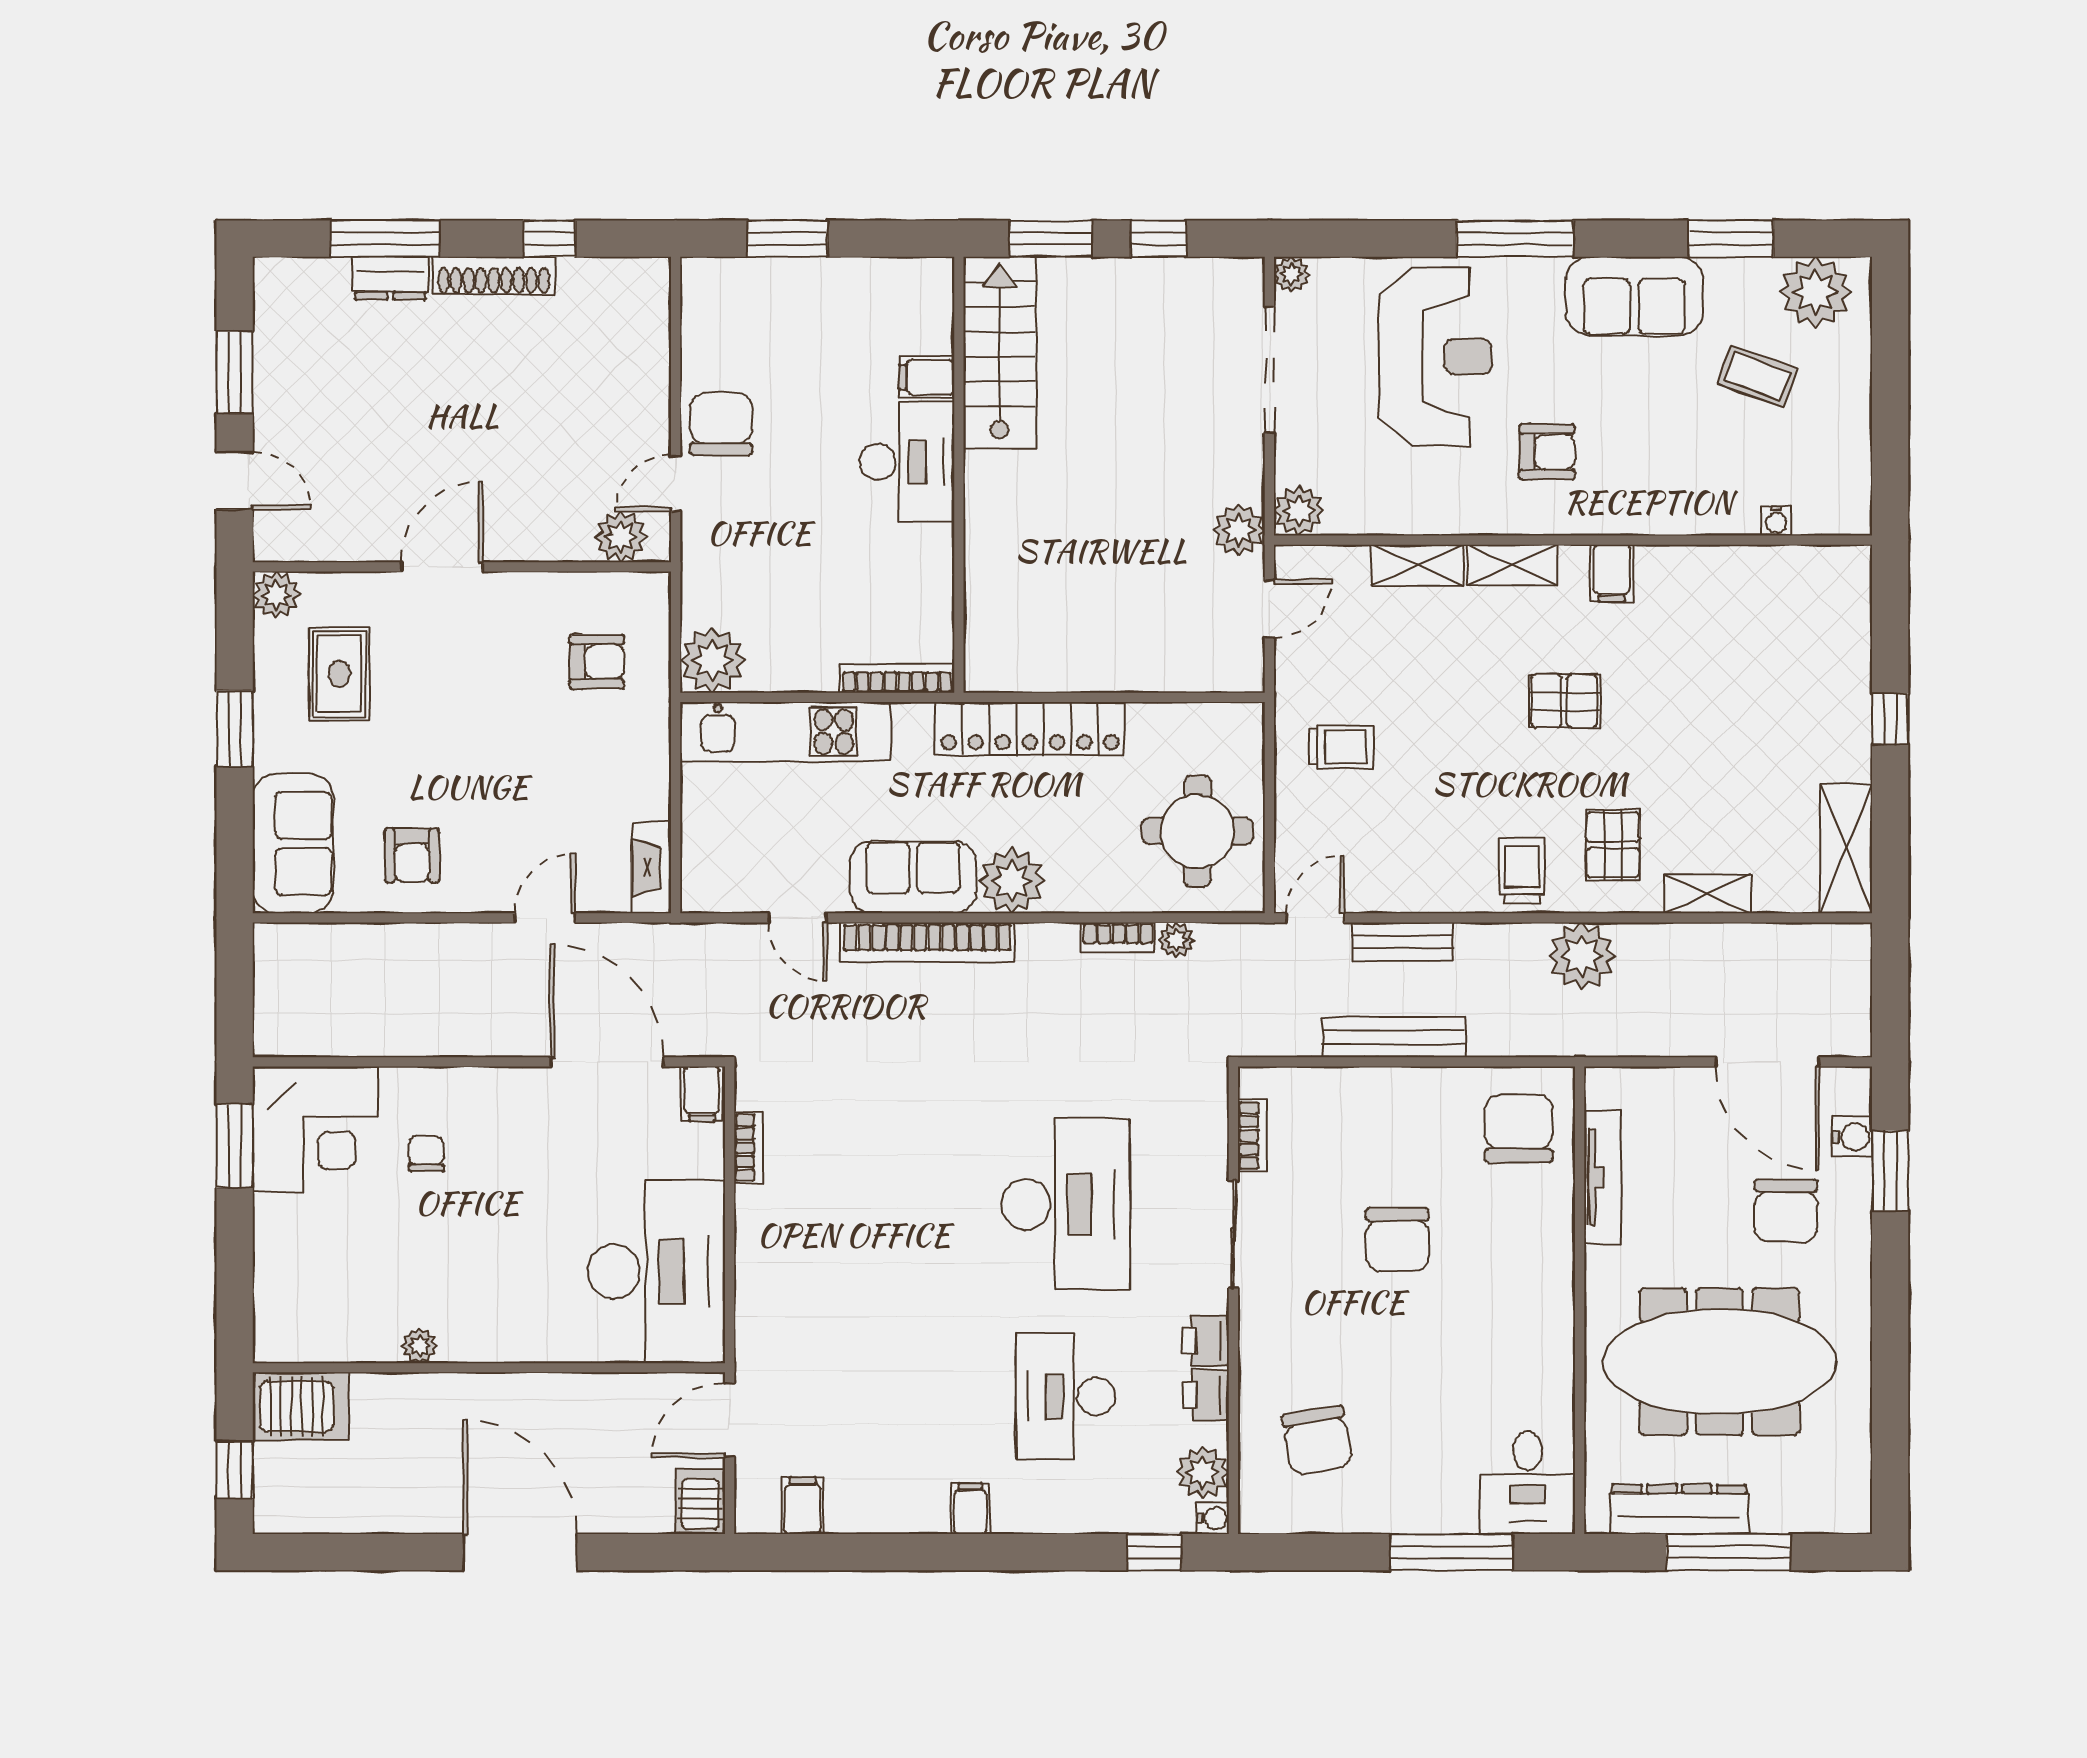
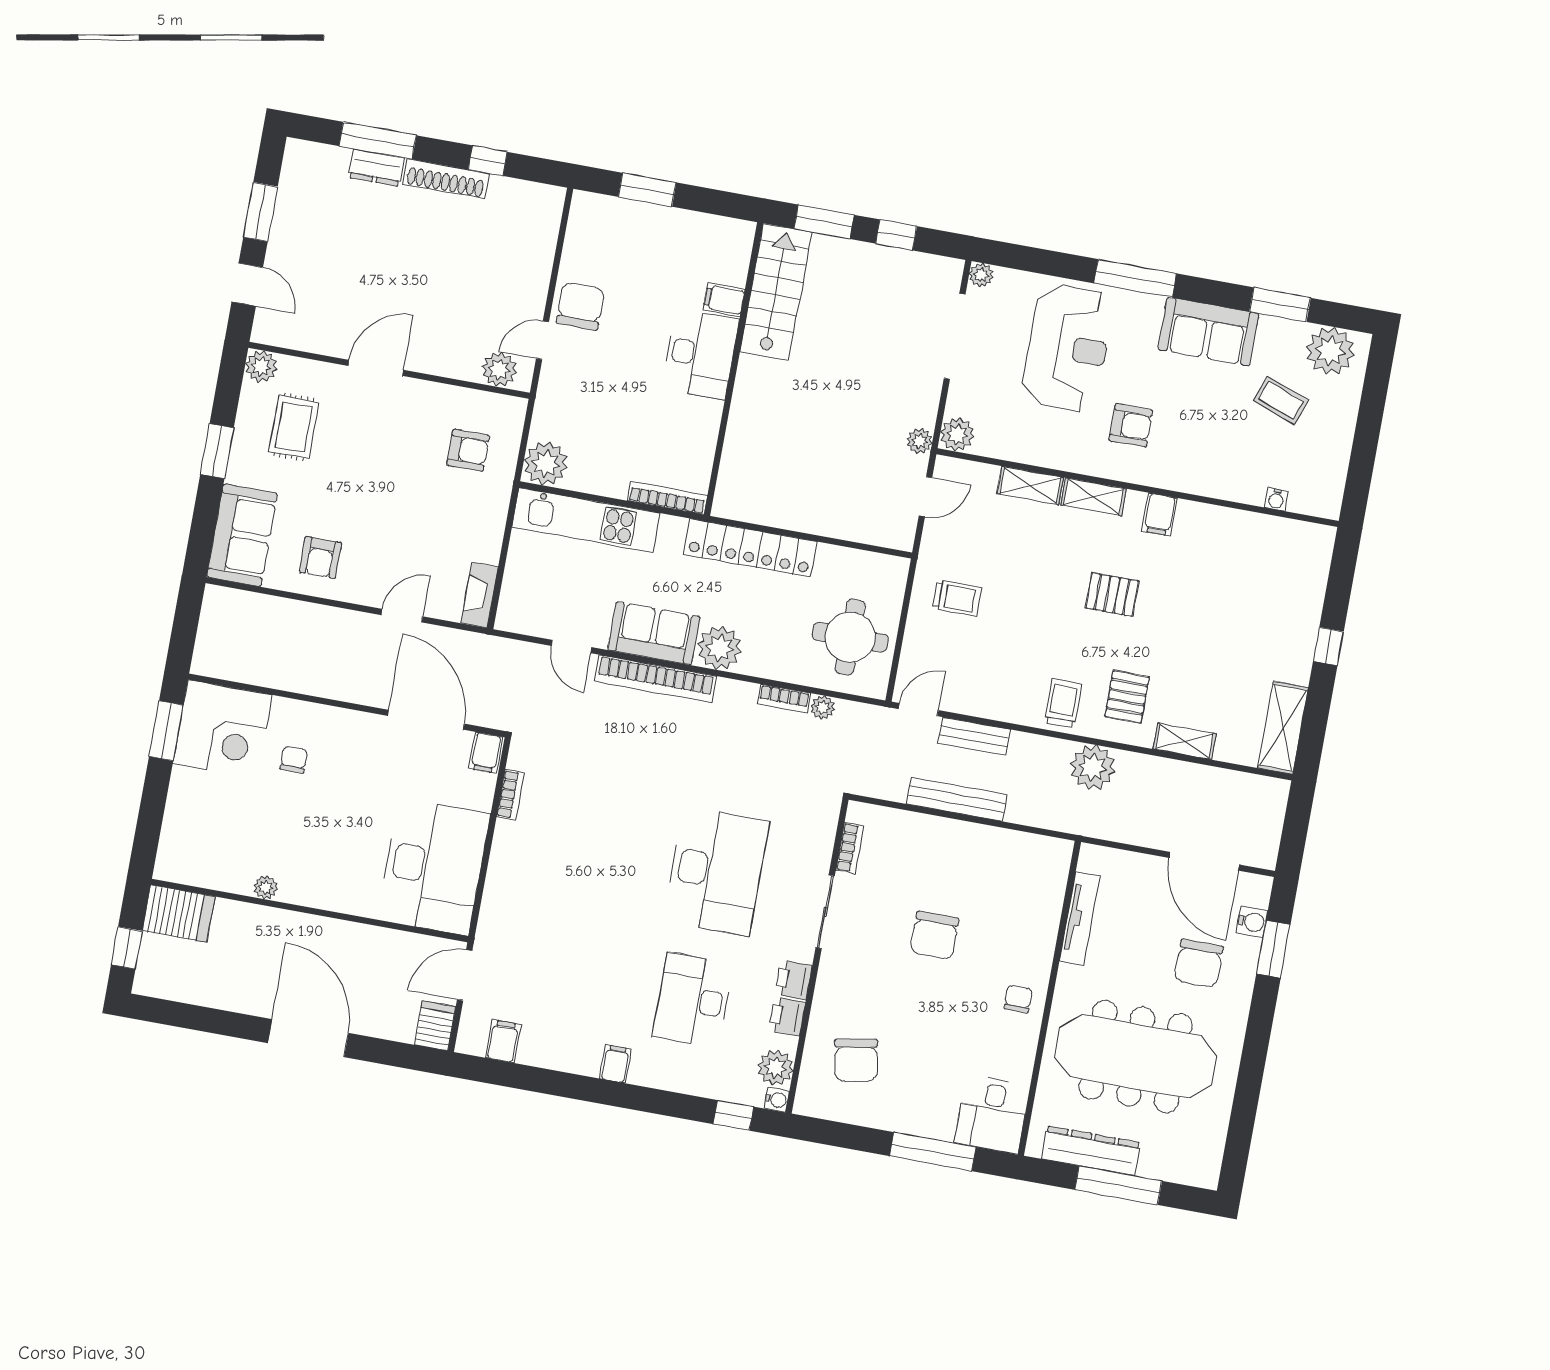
plant: (1239, 530) -> (919, 441), width x0.73, depth x0.73
chair: (1519, 1128) -> (1018, 999), moved, width x0.54, depth x0.54

